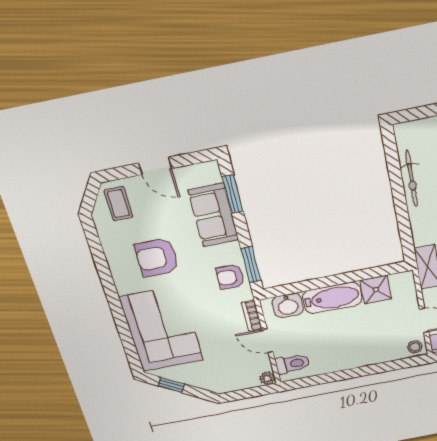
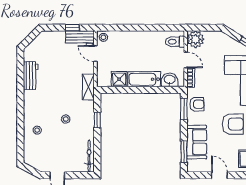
bicycle: (412, 179) -> (89, 156), moved
window: (403, 216) -> (97, 120), added
plant: (267, 378) -> (196, 39), width x1.88, depth x1.88

